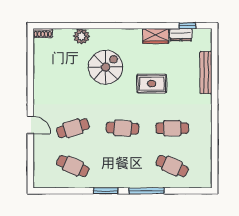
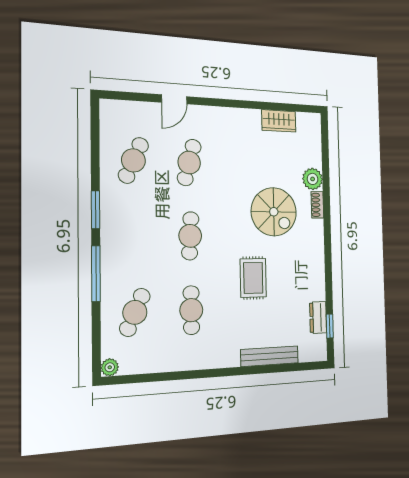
shoe rack: (43, 33) -> (317, 205), moved
wardrobe: (156, 36) -> (279, 121), moved, turned -90
door: (30, 125) -> (174, 99), moved
cafe table: (73, 128) -> (189, 162), turned 33
plant: (206, 183) -> (110, 367), added

